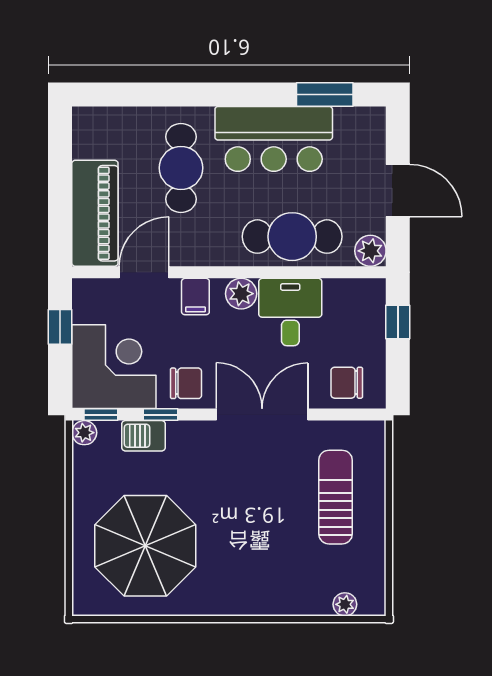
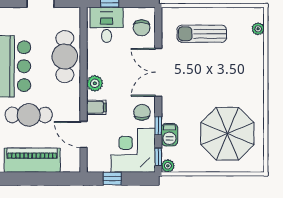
piano: (95, 213) -> (32, 160), moved
plant: (370, 251) -> (72, 15), removed
desk: (290, 312) -> (107, 25), moved, turned 90

